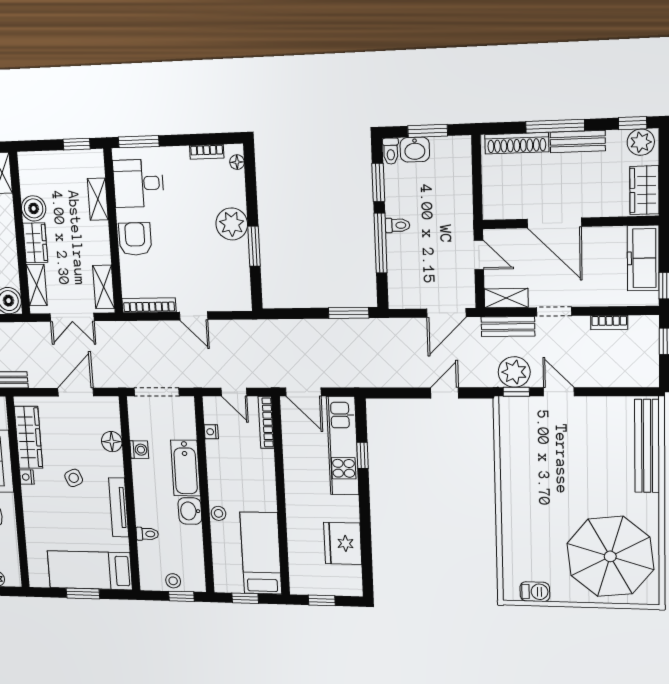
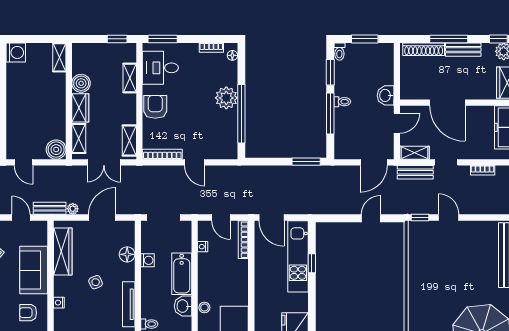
washbasin: (415, 150) -> (386, 95), moved, turned 90
window: (254, 246) -> (241, 114), width x2.11
door: (479, 255) -> (397, 123), hinge flipped
plant: (514, 372) -> (73, 209), moved, width x0.53, depth x0.53
nightstand: (27, 477) -> (59, 303), moved

